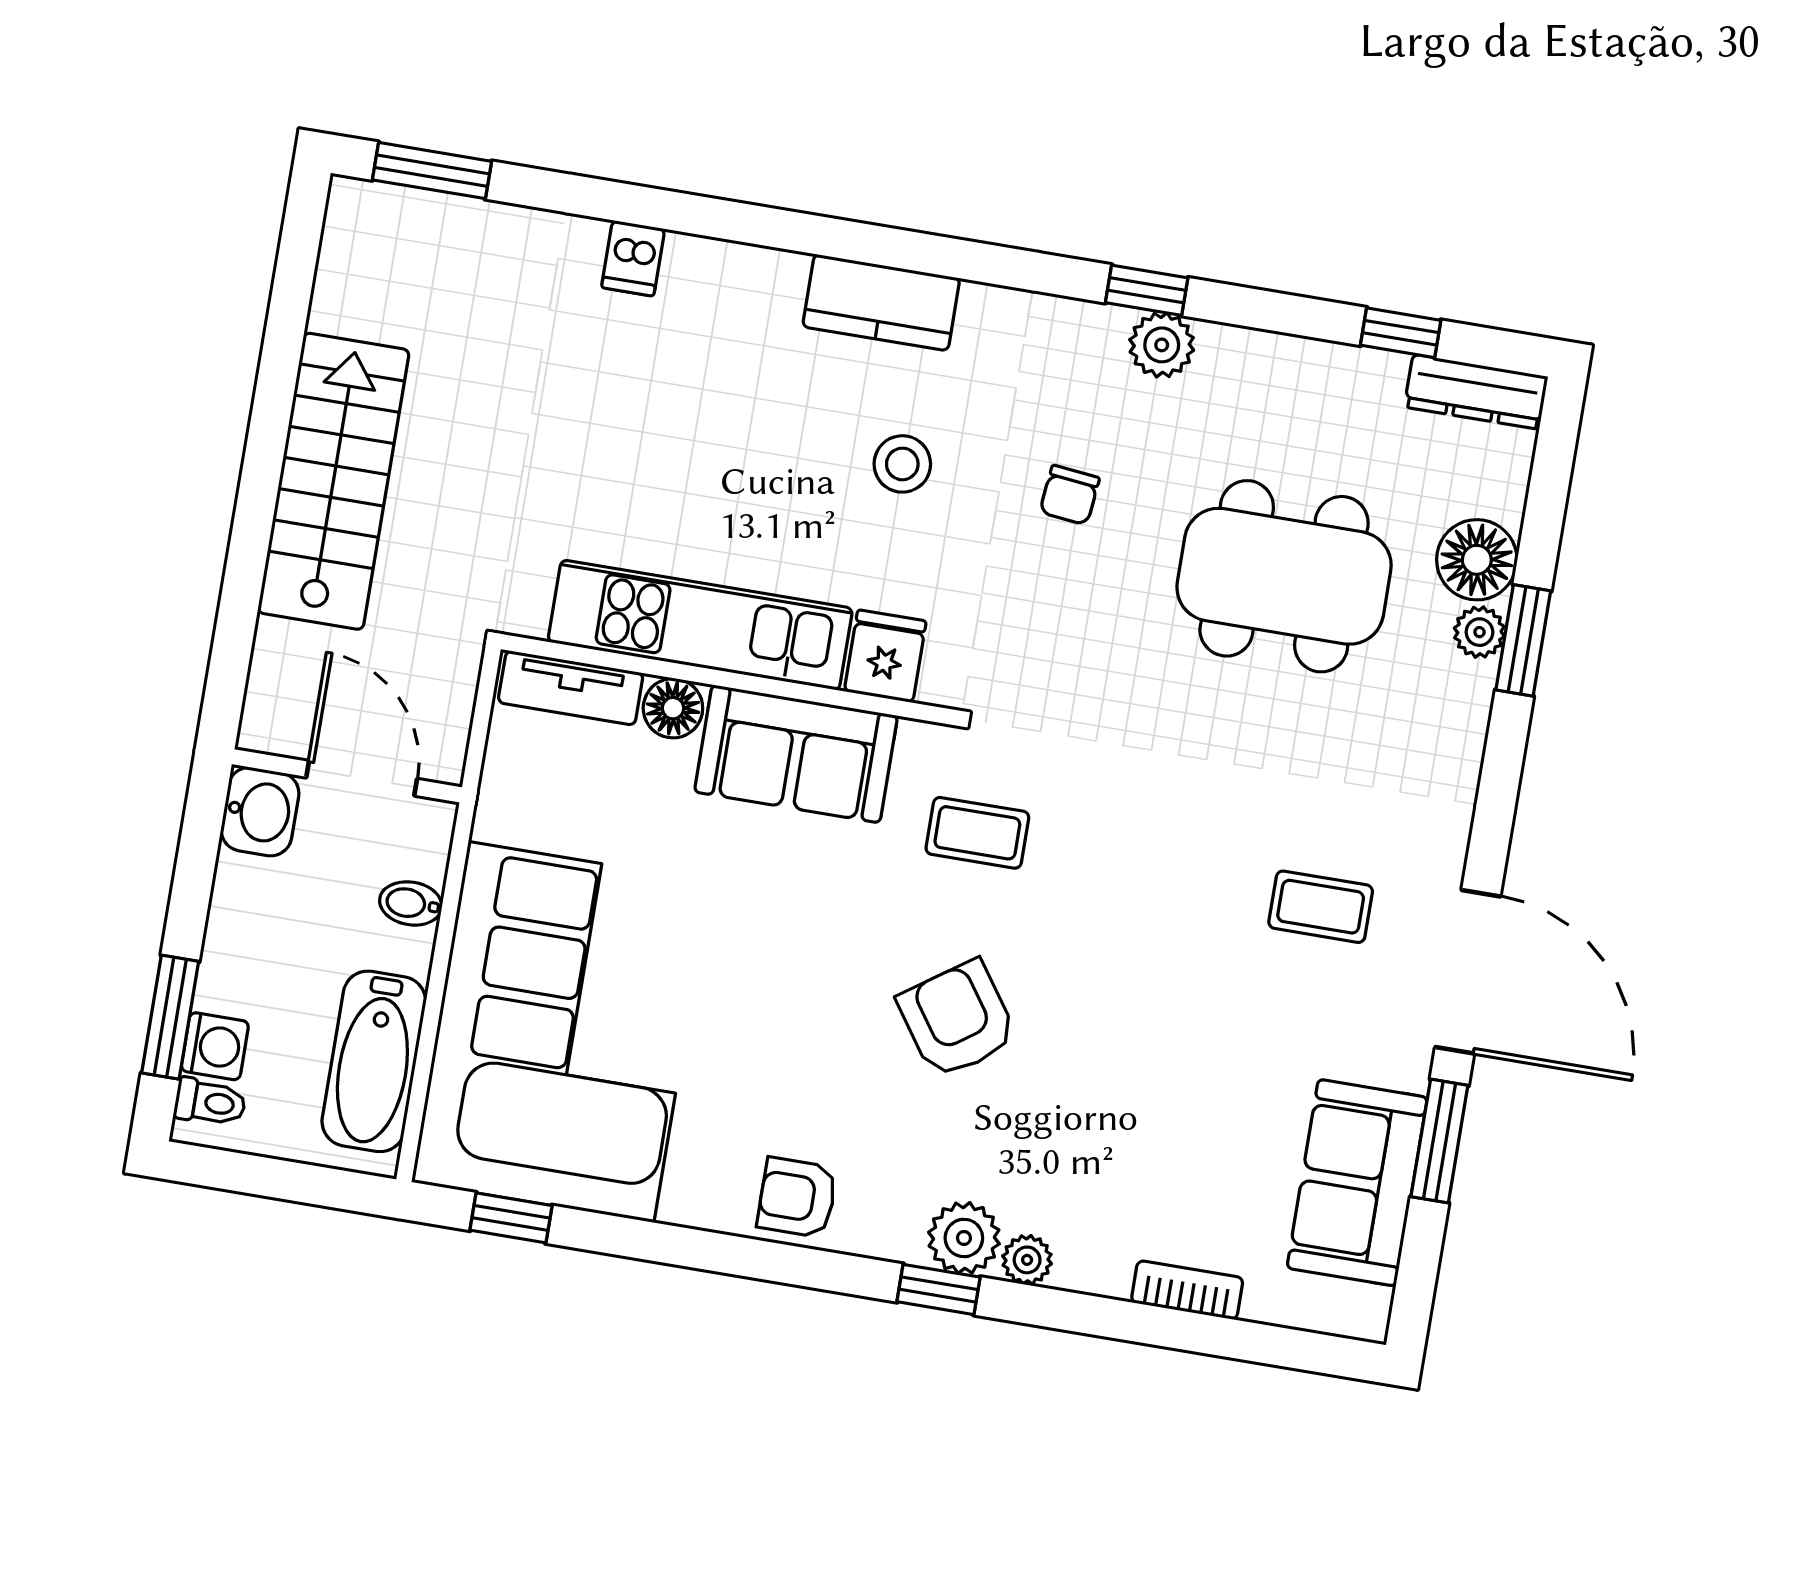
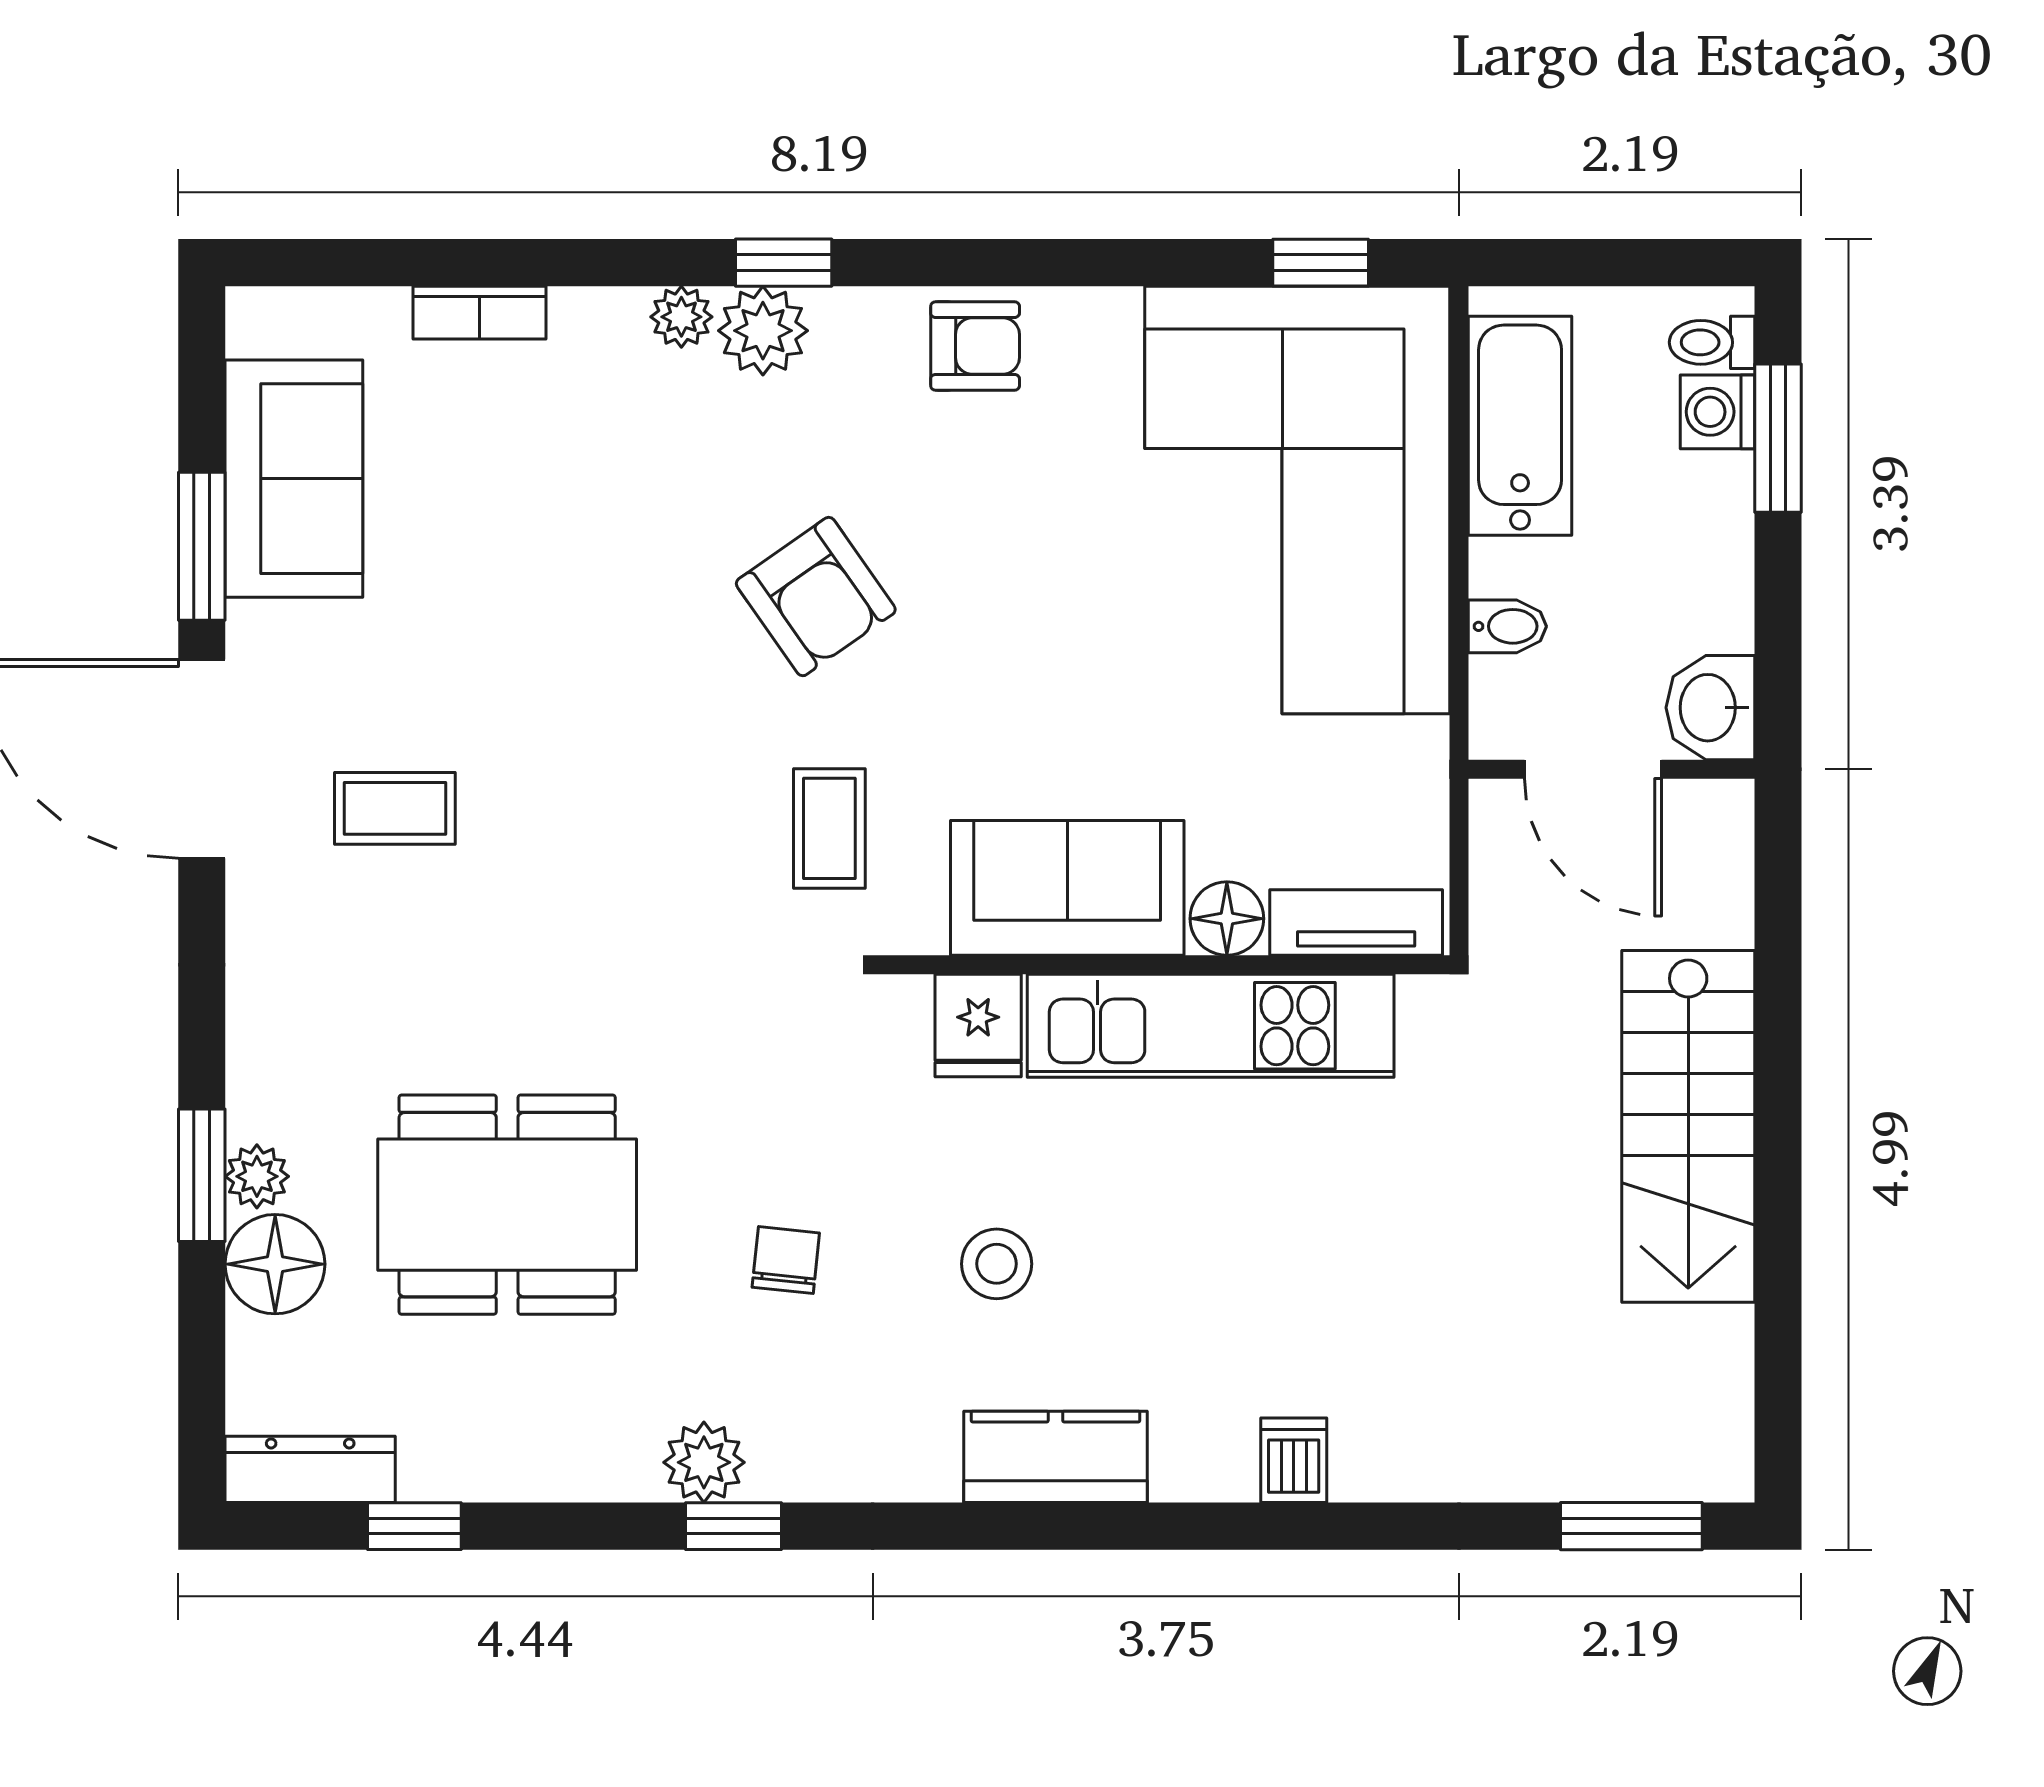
dishwasher: (633, 258) -> (1294, 1460), moved
coffee table: (977, 833) -> (829, 828), turned 90

